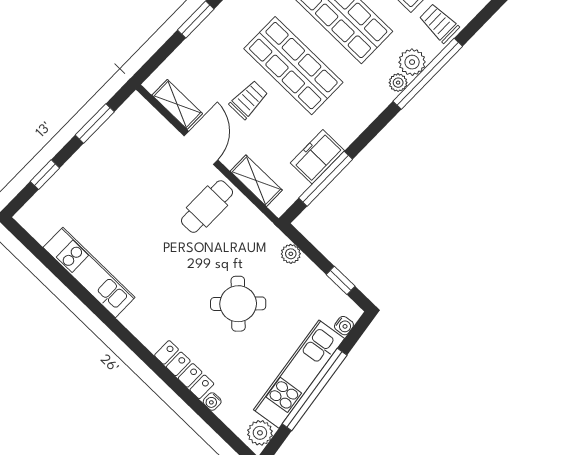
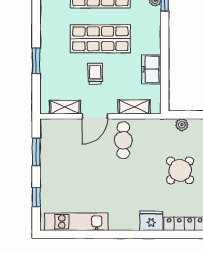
door: (201, 148) -> (95, 116), swing flipped
window: (326, 179) -> (165, 76), removed
kitchen unit: (89, 272) -> (76, 222), moved
fridge: (150, 329) -> (151, 221), added

